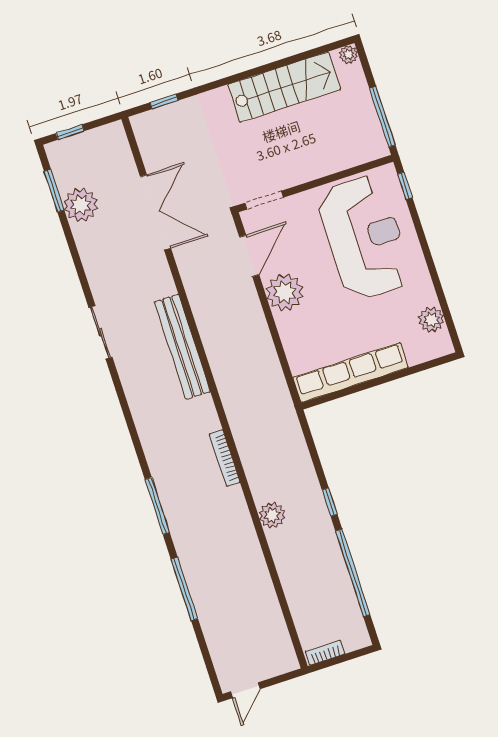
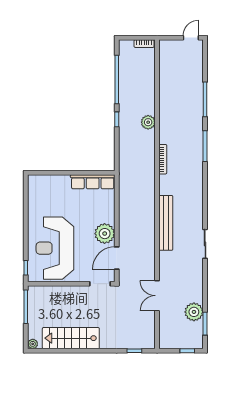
double door: (156, 212) -> (157, 296), width x0.73
plant: (431, 320) -> (35, 195), removed
row of seats: (350, 373) -> (93, 182), width x0.73

